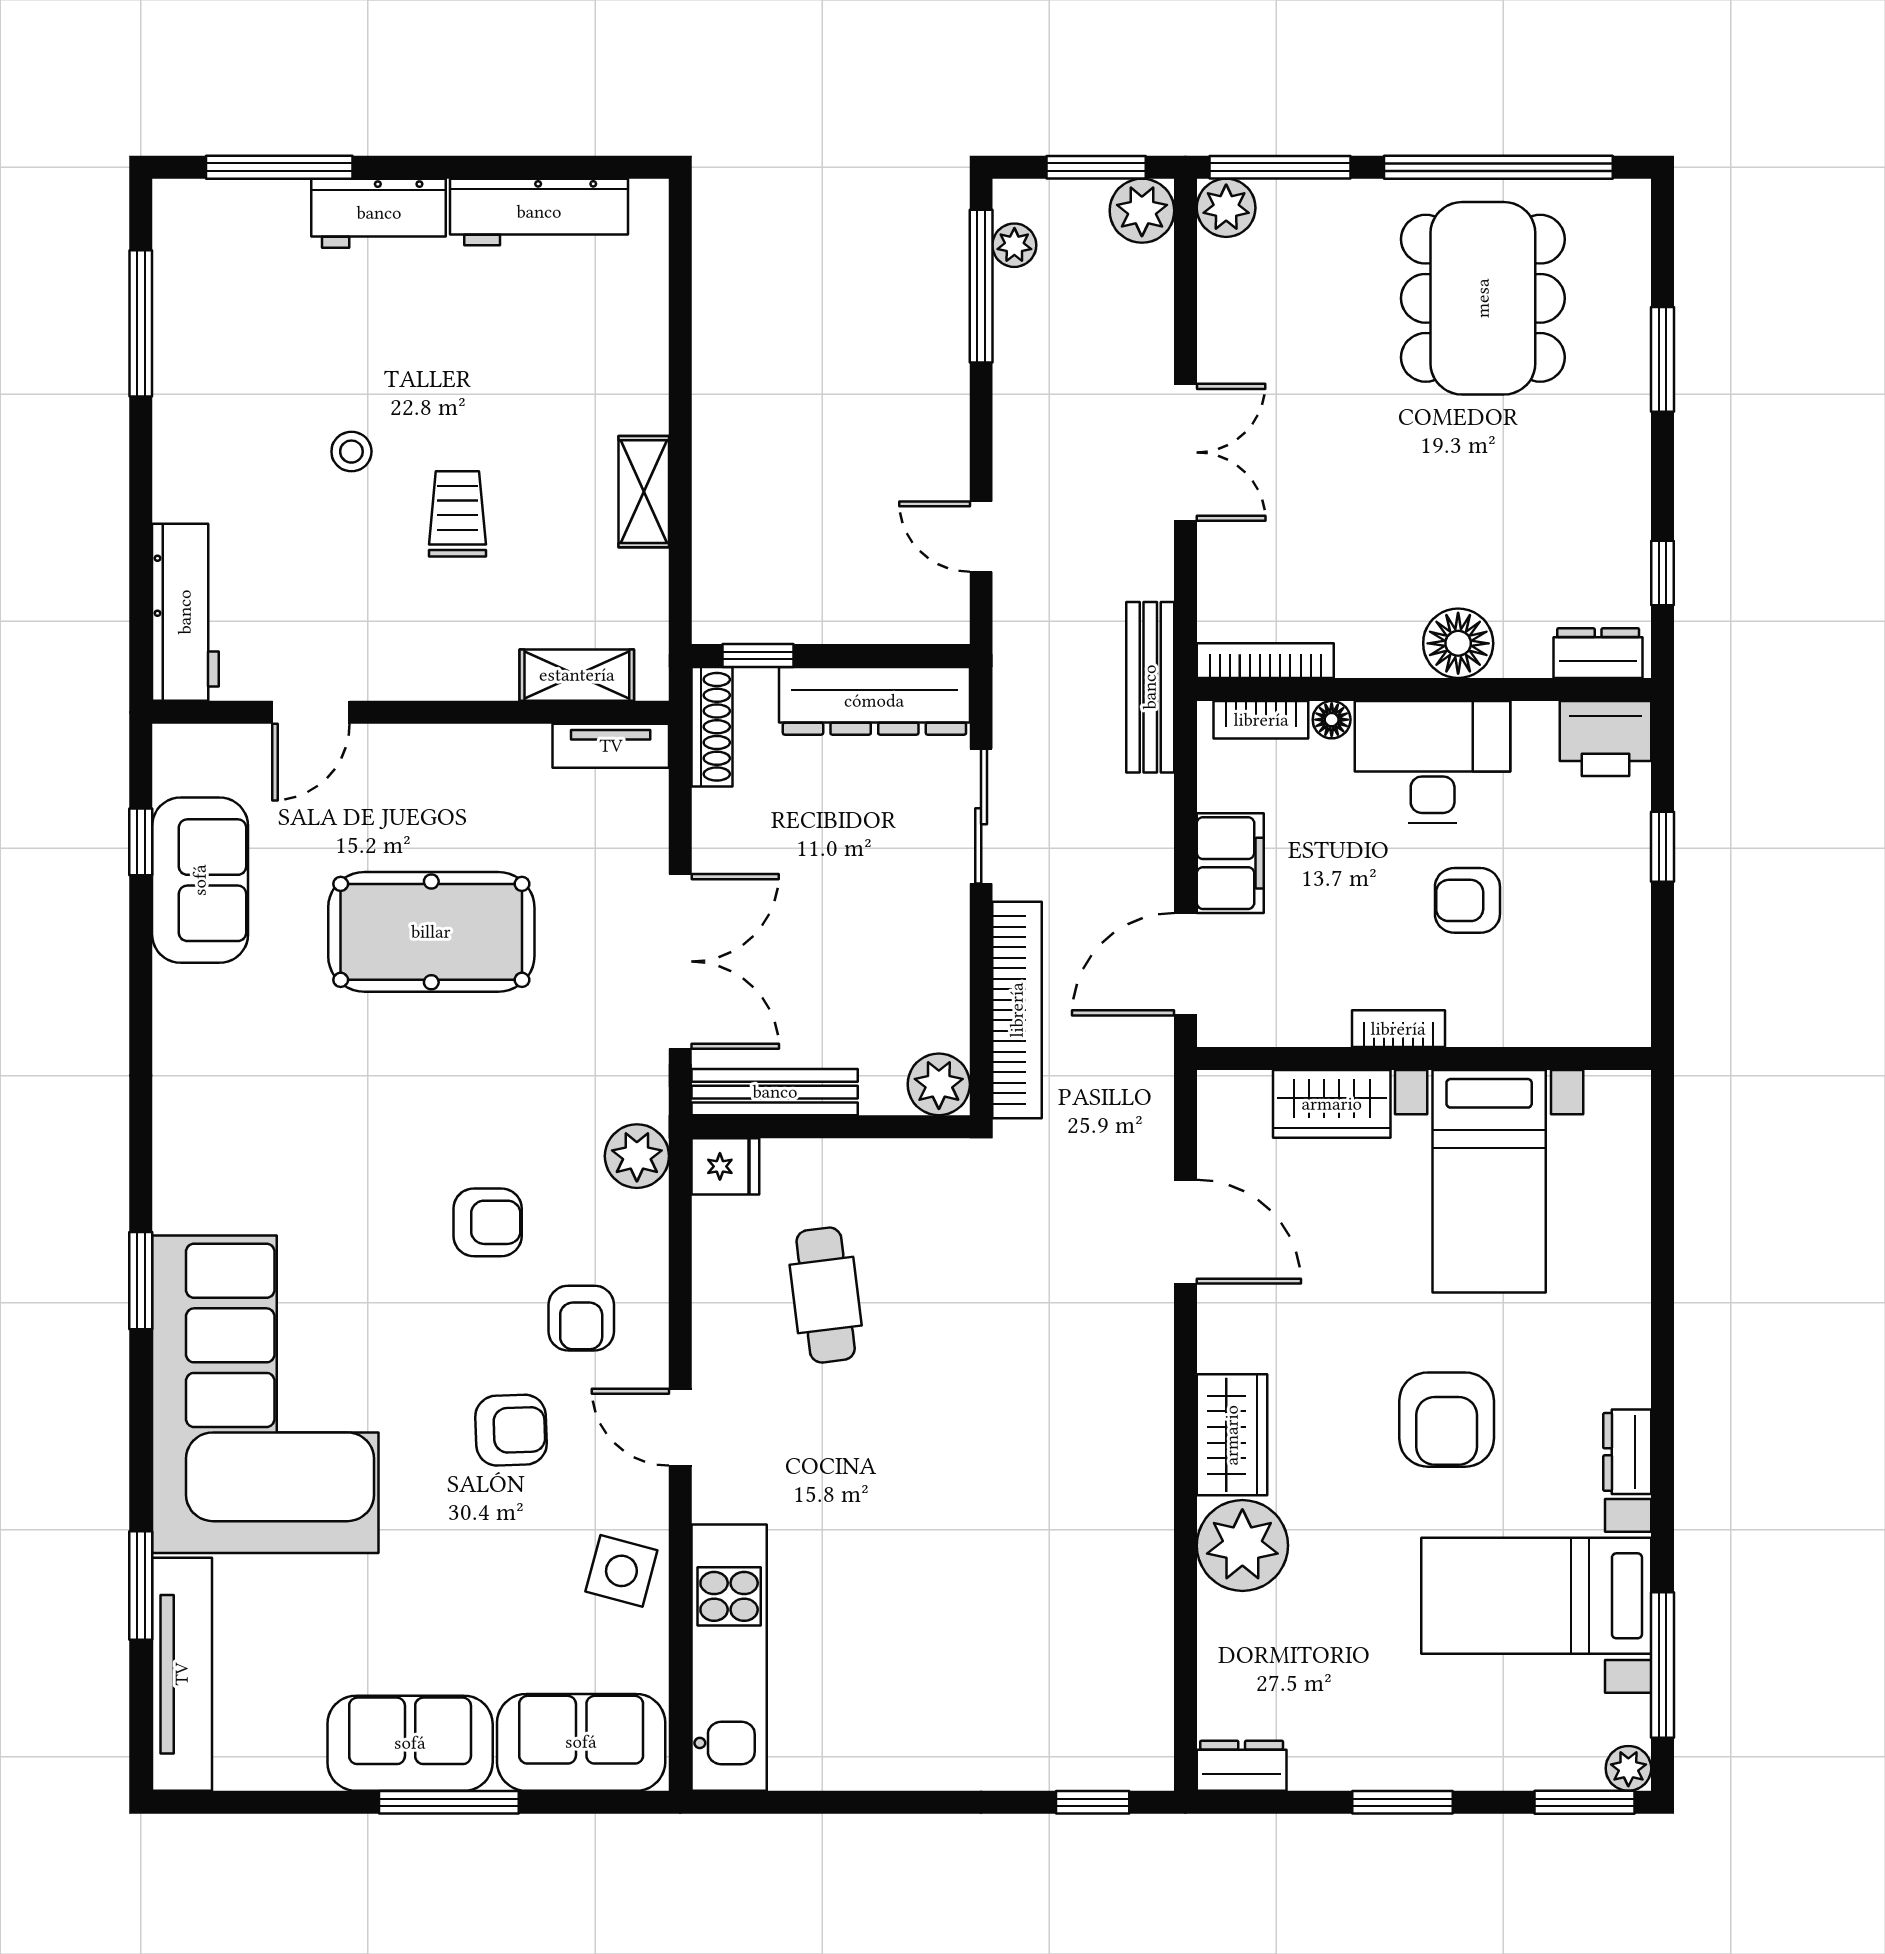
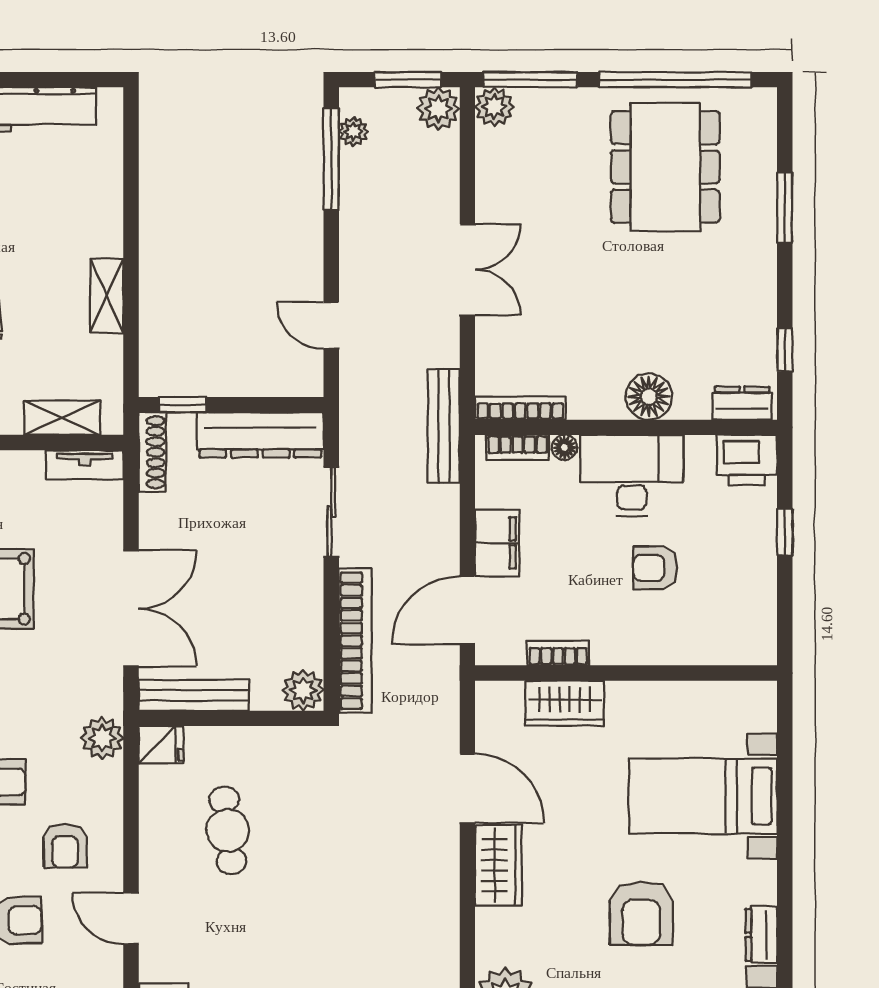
bookcase: (1398, 1029) -> (558, 653), moved
bed with nightstands: (1489, 1181) -> (703, 796), moved, turned 90
wardrobe: (1232, 1435) -> (498, 865), moved

